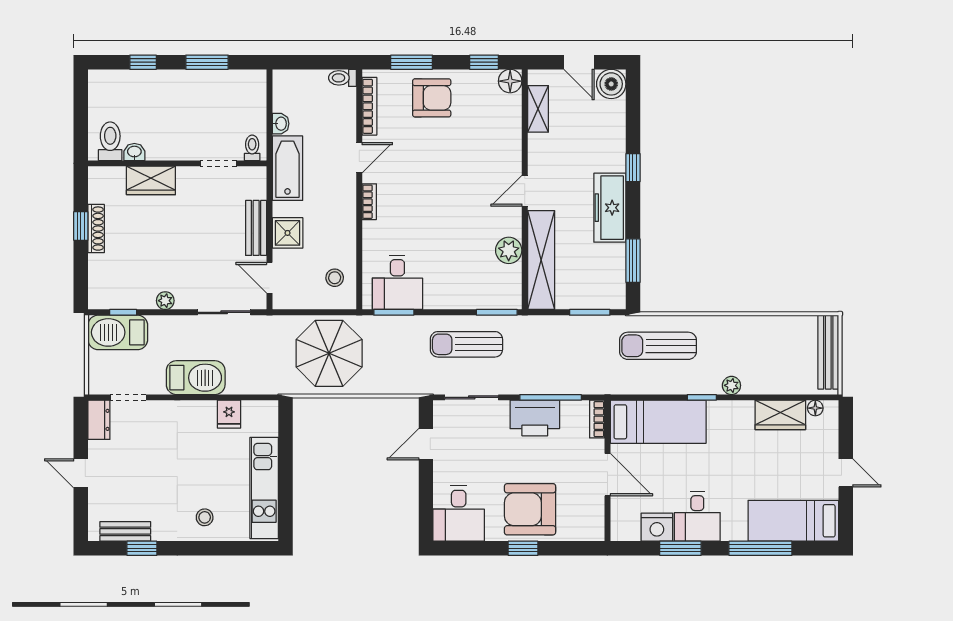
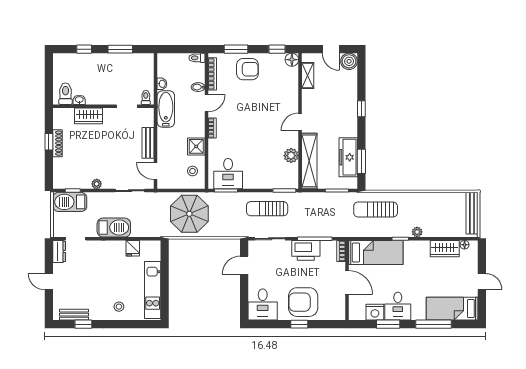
bidet: (345, 129) -> (198, 87), added
freezer: (610, 208) -> (348, 157), moved
shower: (288, 233) -> (196, 146), moved

